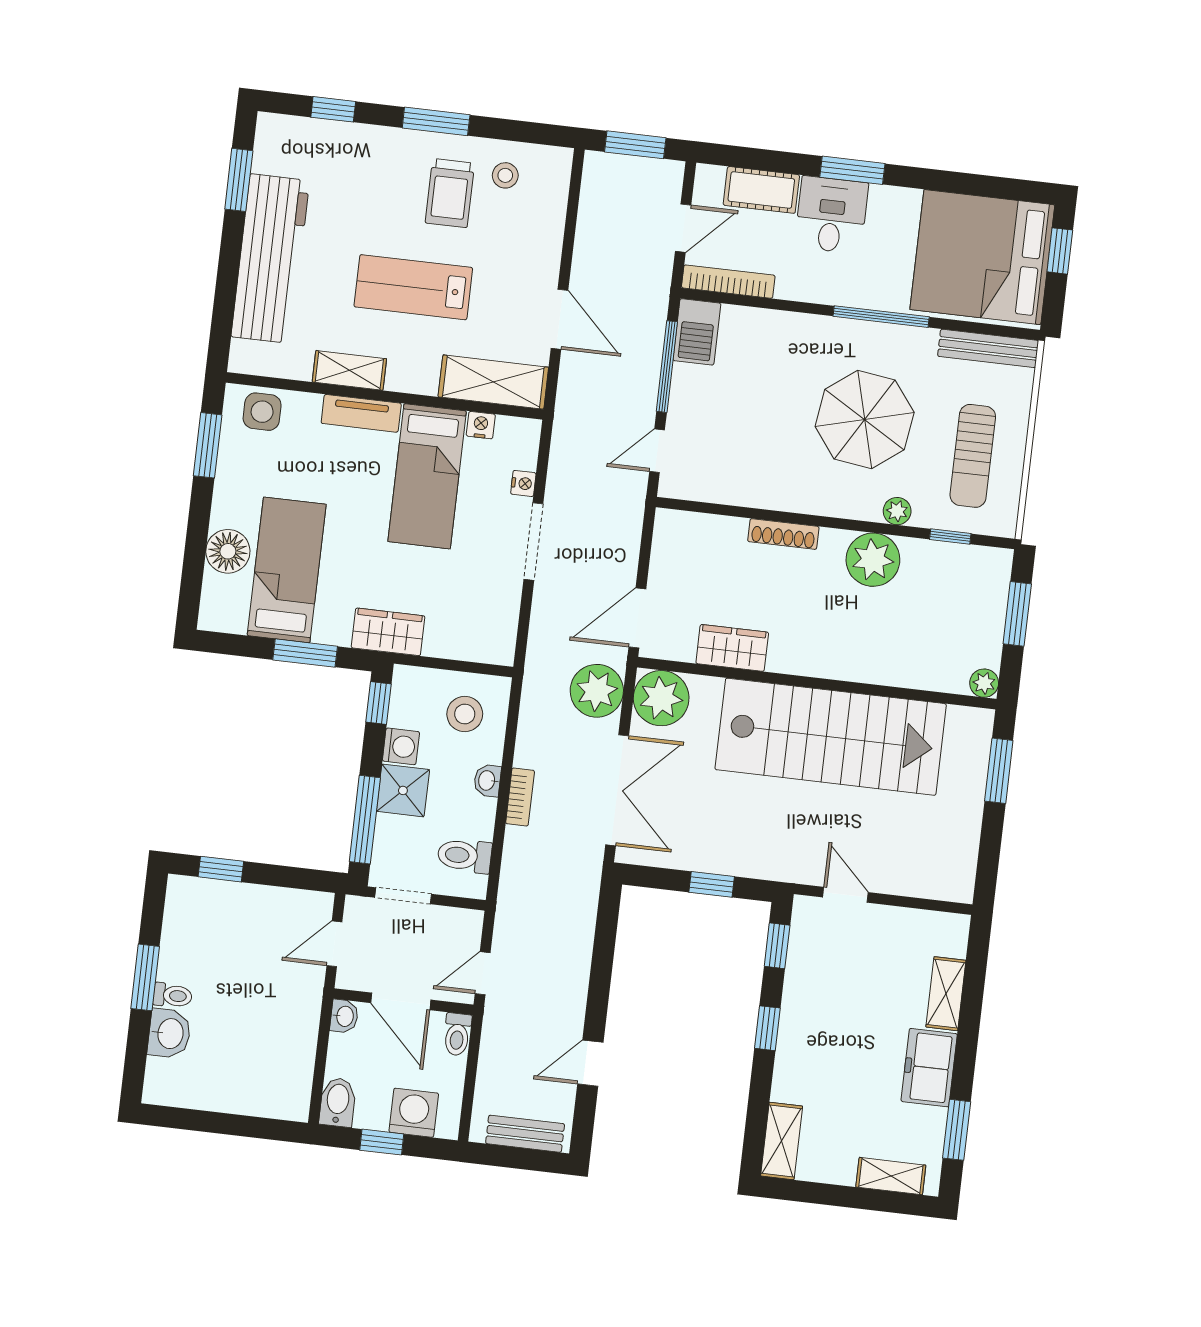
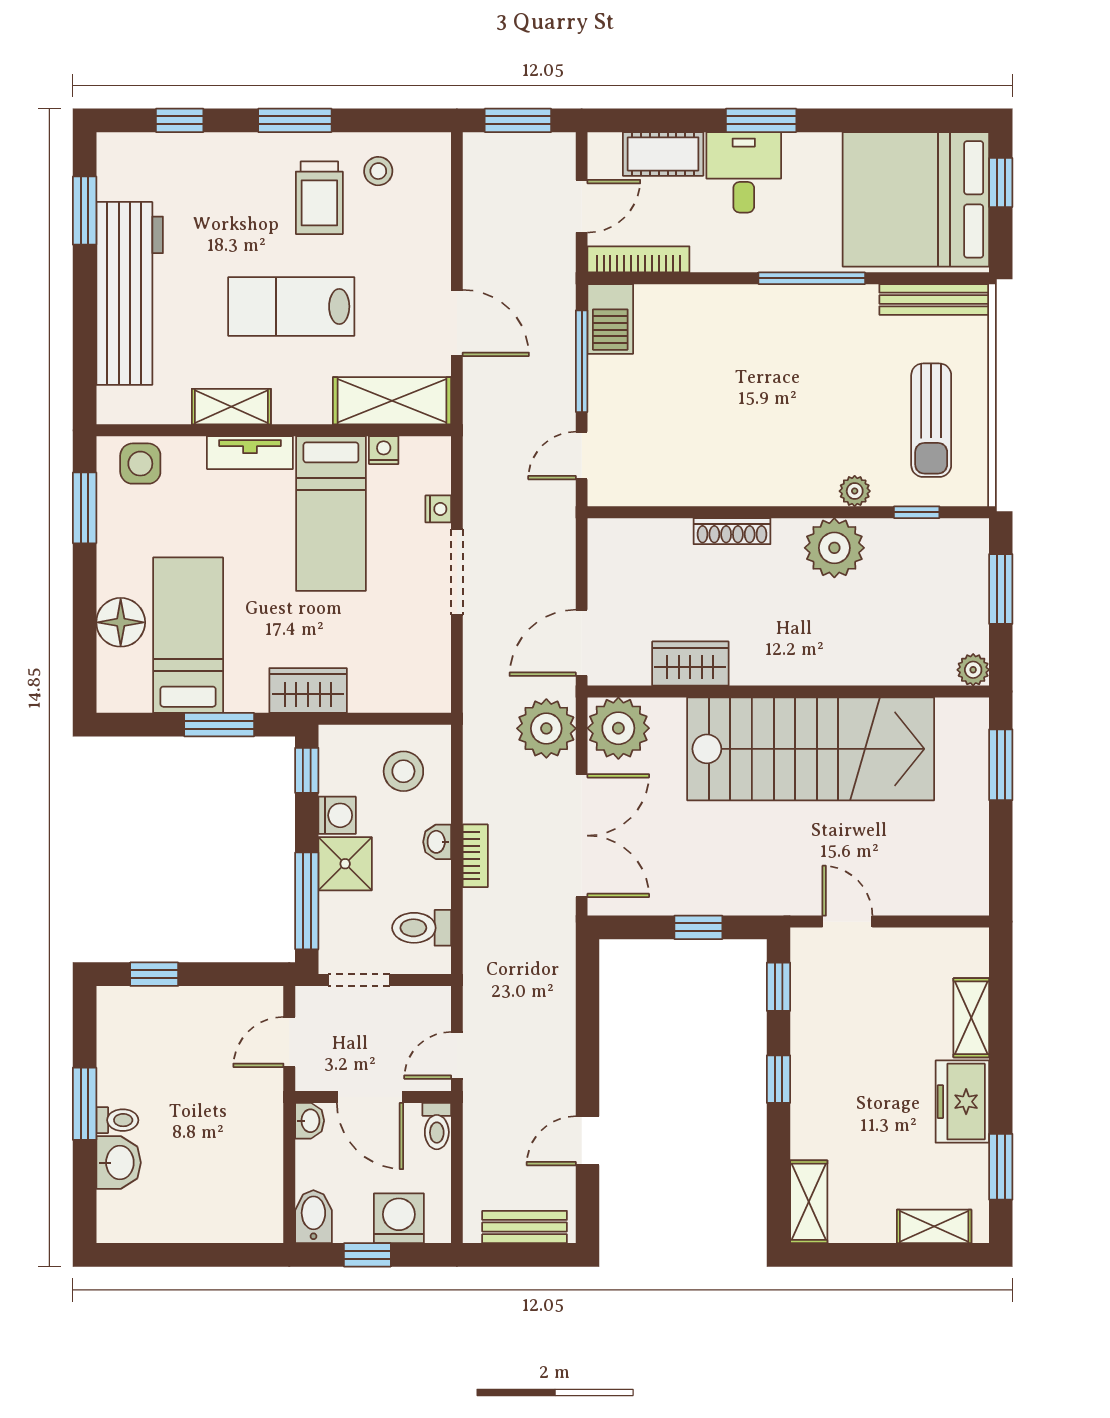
parasol: (865, 419) -> (807, 394), removed

